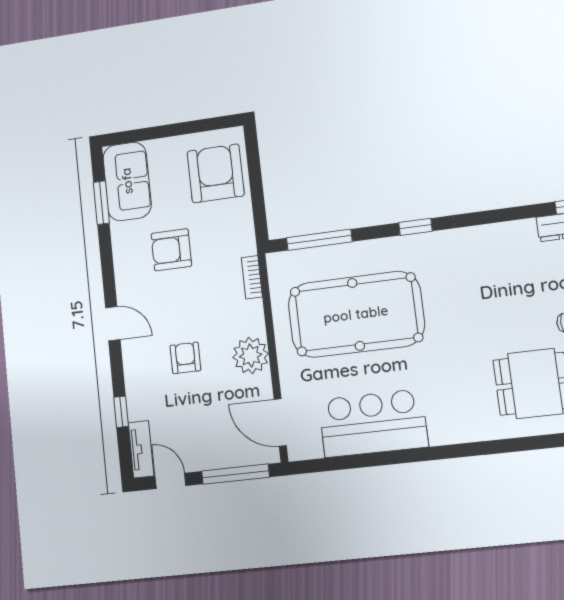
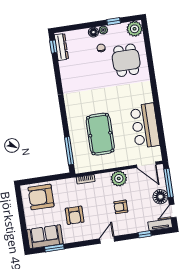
window: (415, 227) -> (63, 110), removed
pool table: (356, 314) -> (100, 134), width x0.73, depth x0.76
door: (280, 423) -> (146, 165), hinge flipped
floor lamp: (205, 453) -> (160, 197), added

